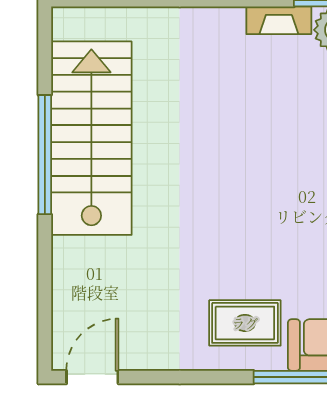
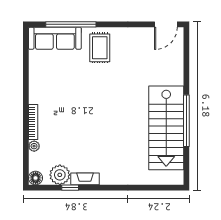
rug: (245, 323) -> (100, 48), turned 90

